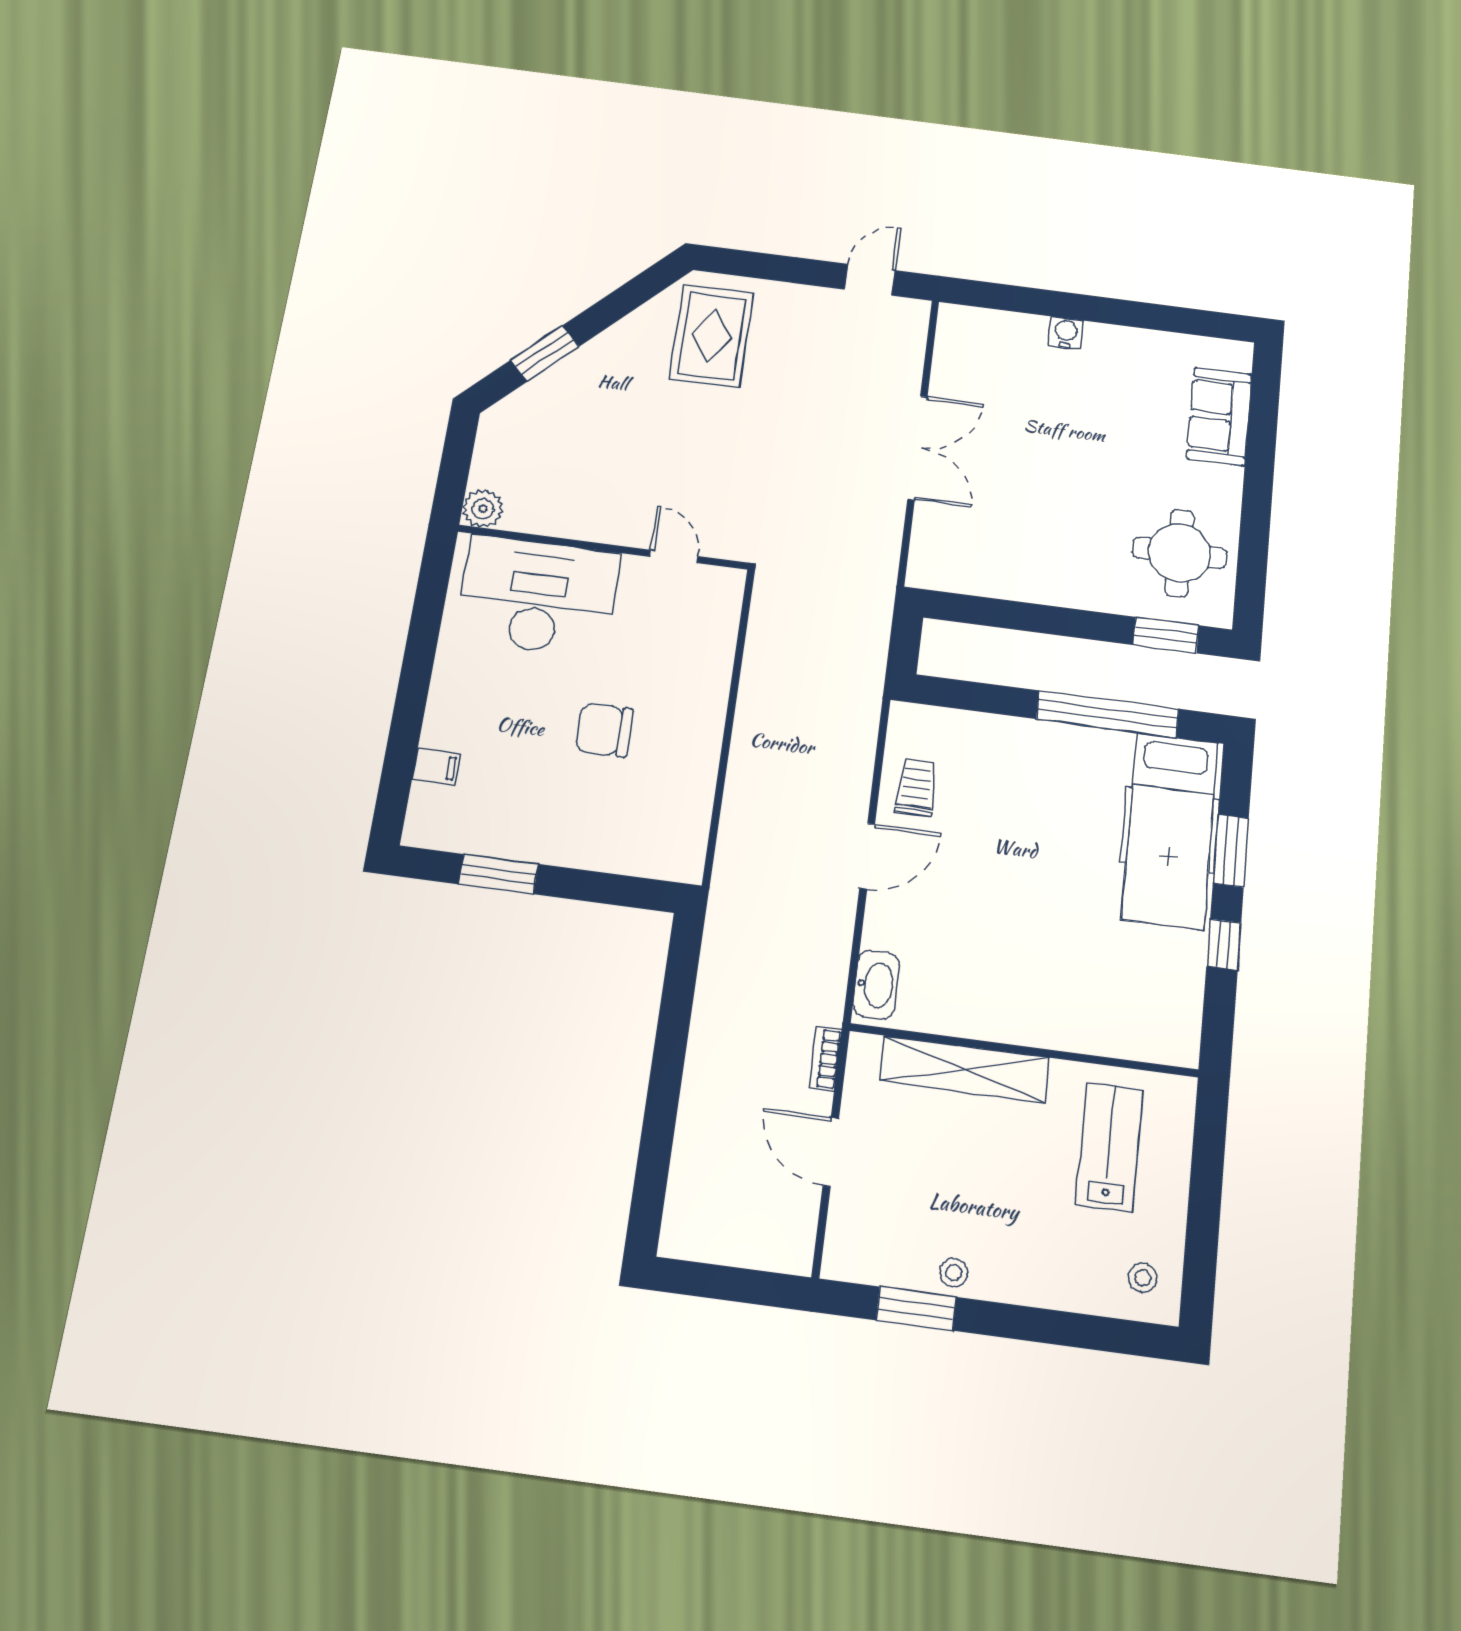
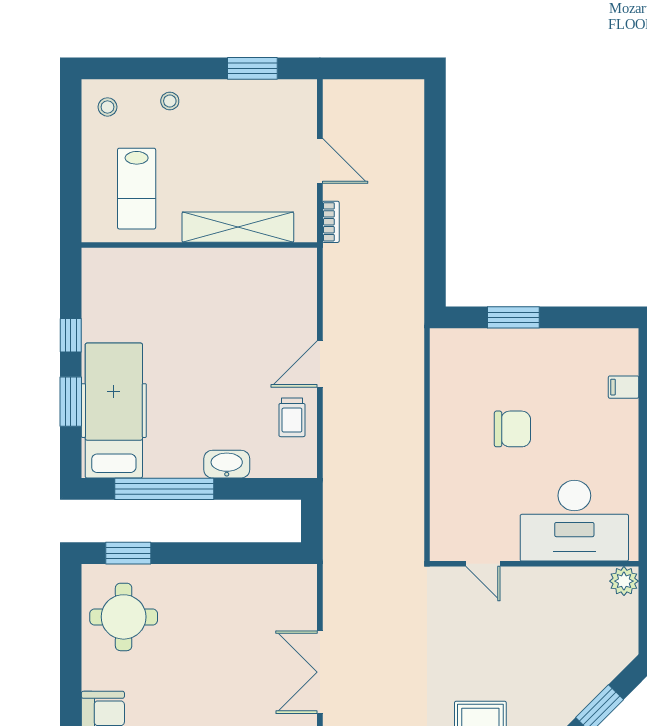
window: (498, 874) -> (513, 317), moved
washbasin: (876, 985) -> (227, 464), moved, turned 90
stool: (954, 1273) -> (170, 101), moved

